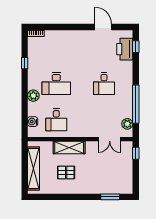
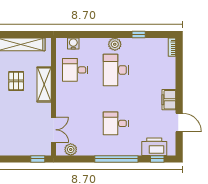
door: (103, 27) -> (179, 122), hinge flipped
filing cabinet: (83, 36) -> (169, 100), added
plant: (33, 96) -> (115, 44), moved
window: (136, 104) -> (116, 159), moved
double door: (110, 139) -> (54, 130), swing flipped

